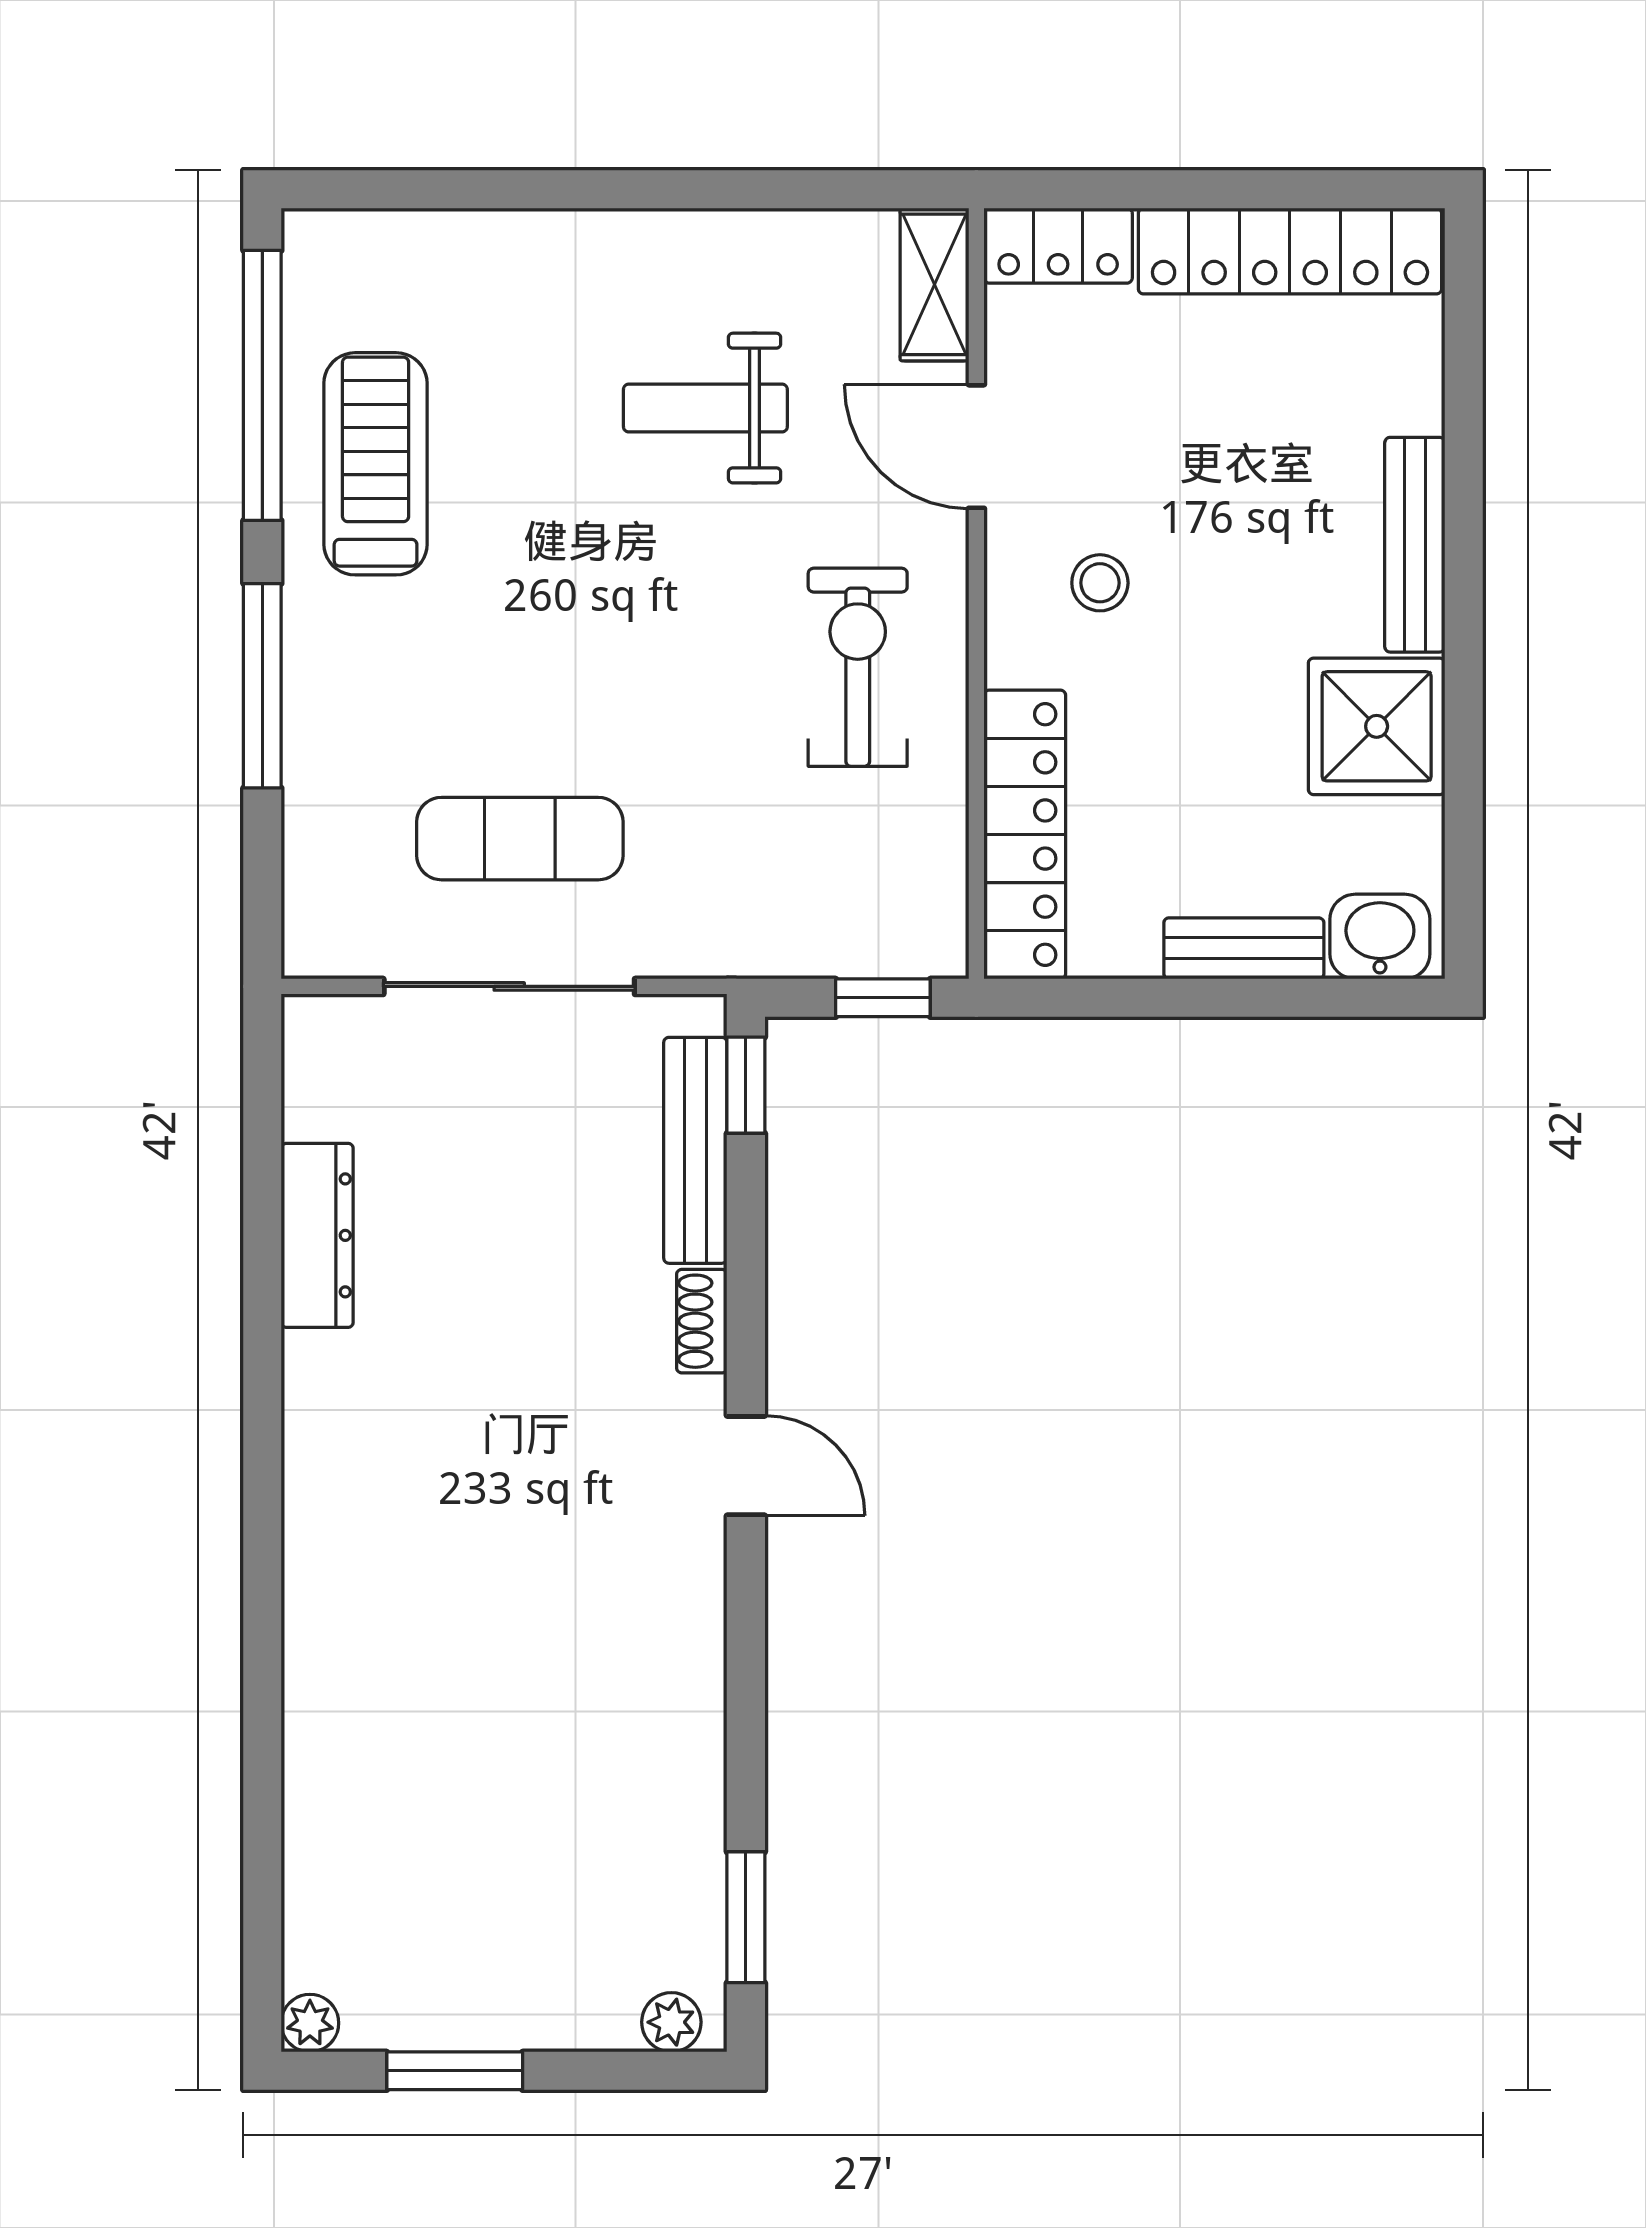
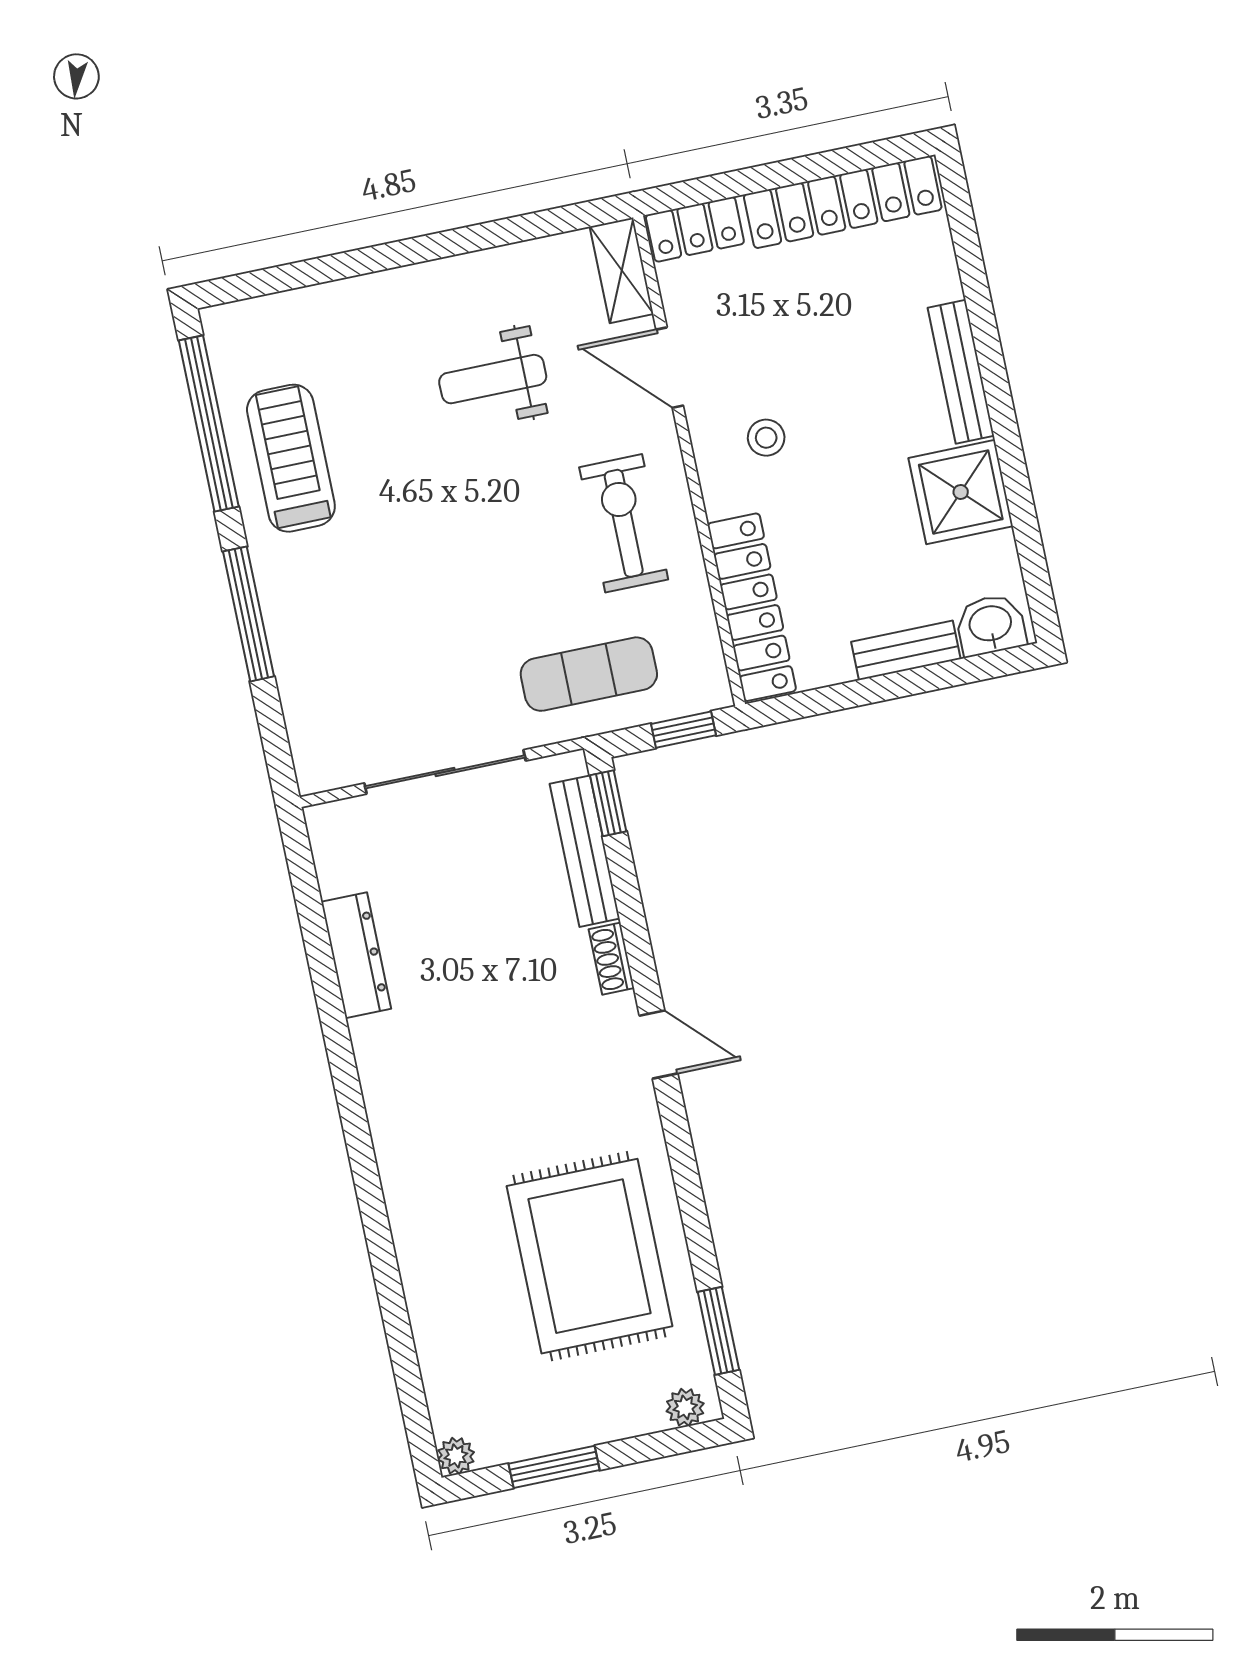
exercise mat: (520, 839) -> (589, 674), moved
rug: (575, 1764) -> (590, 1256), added

